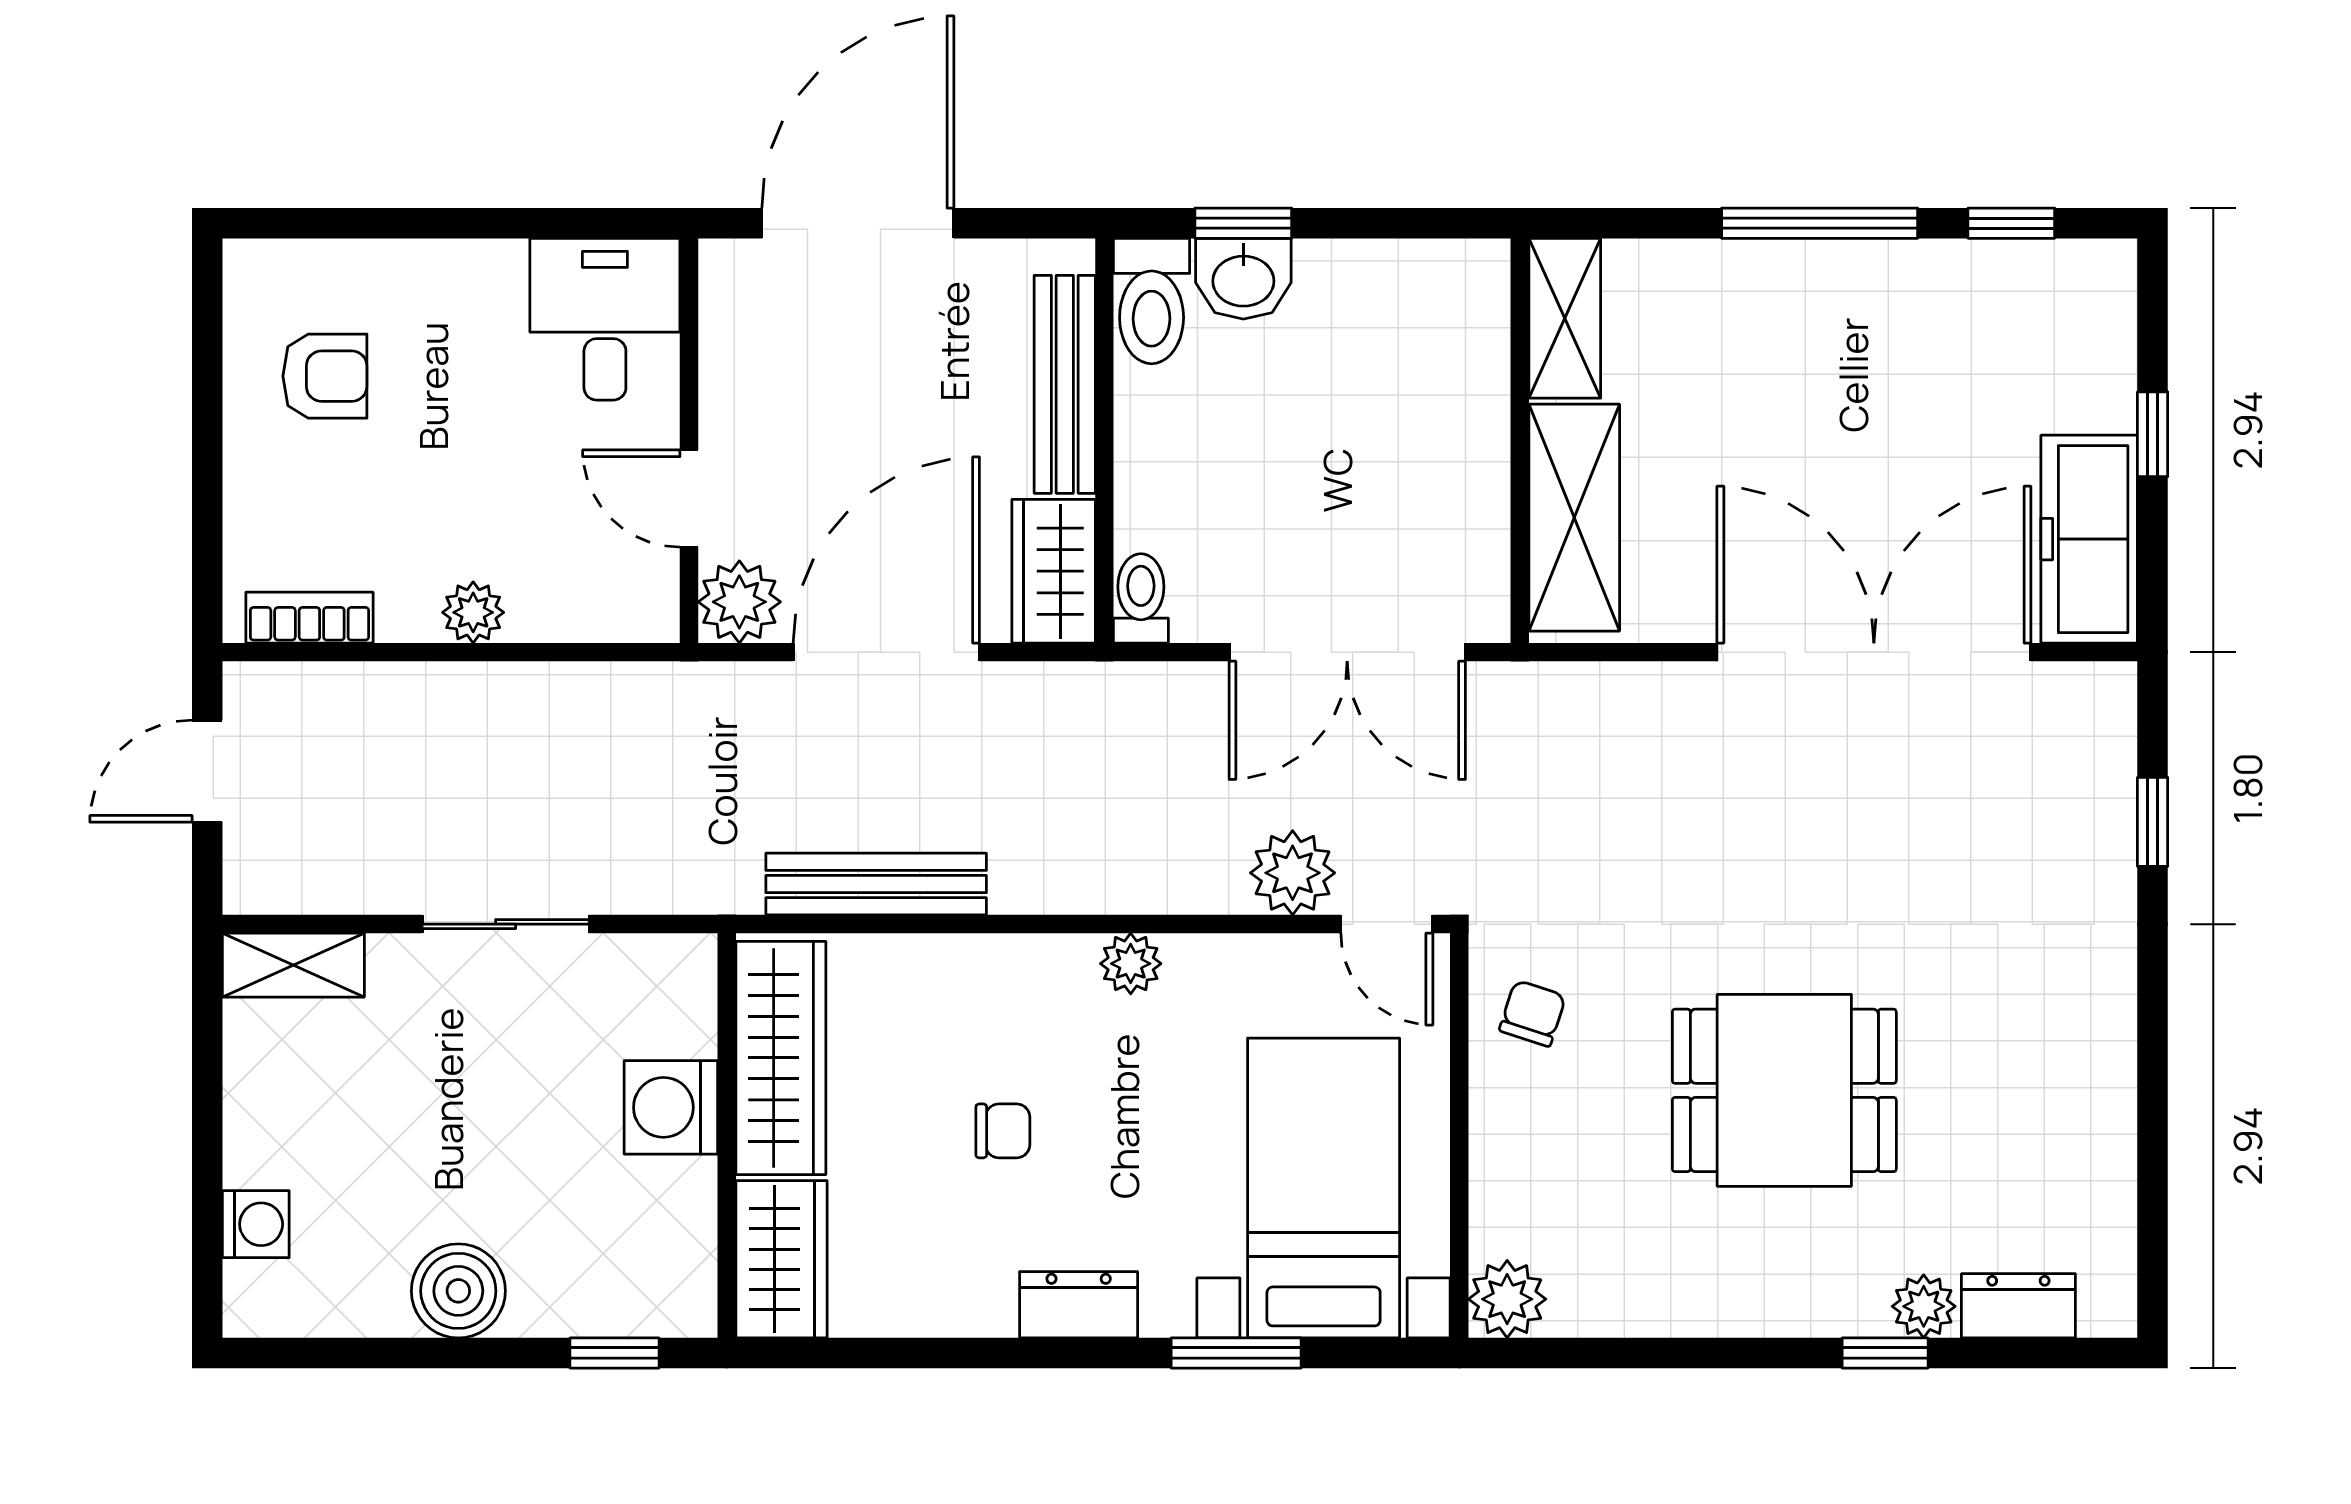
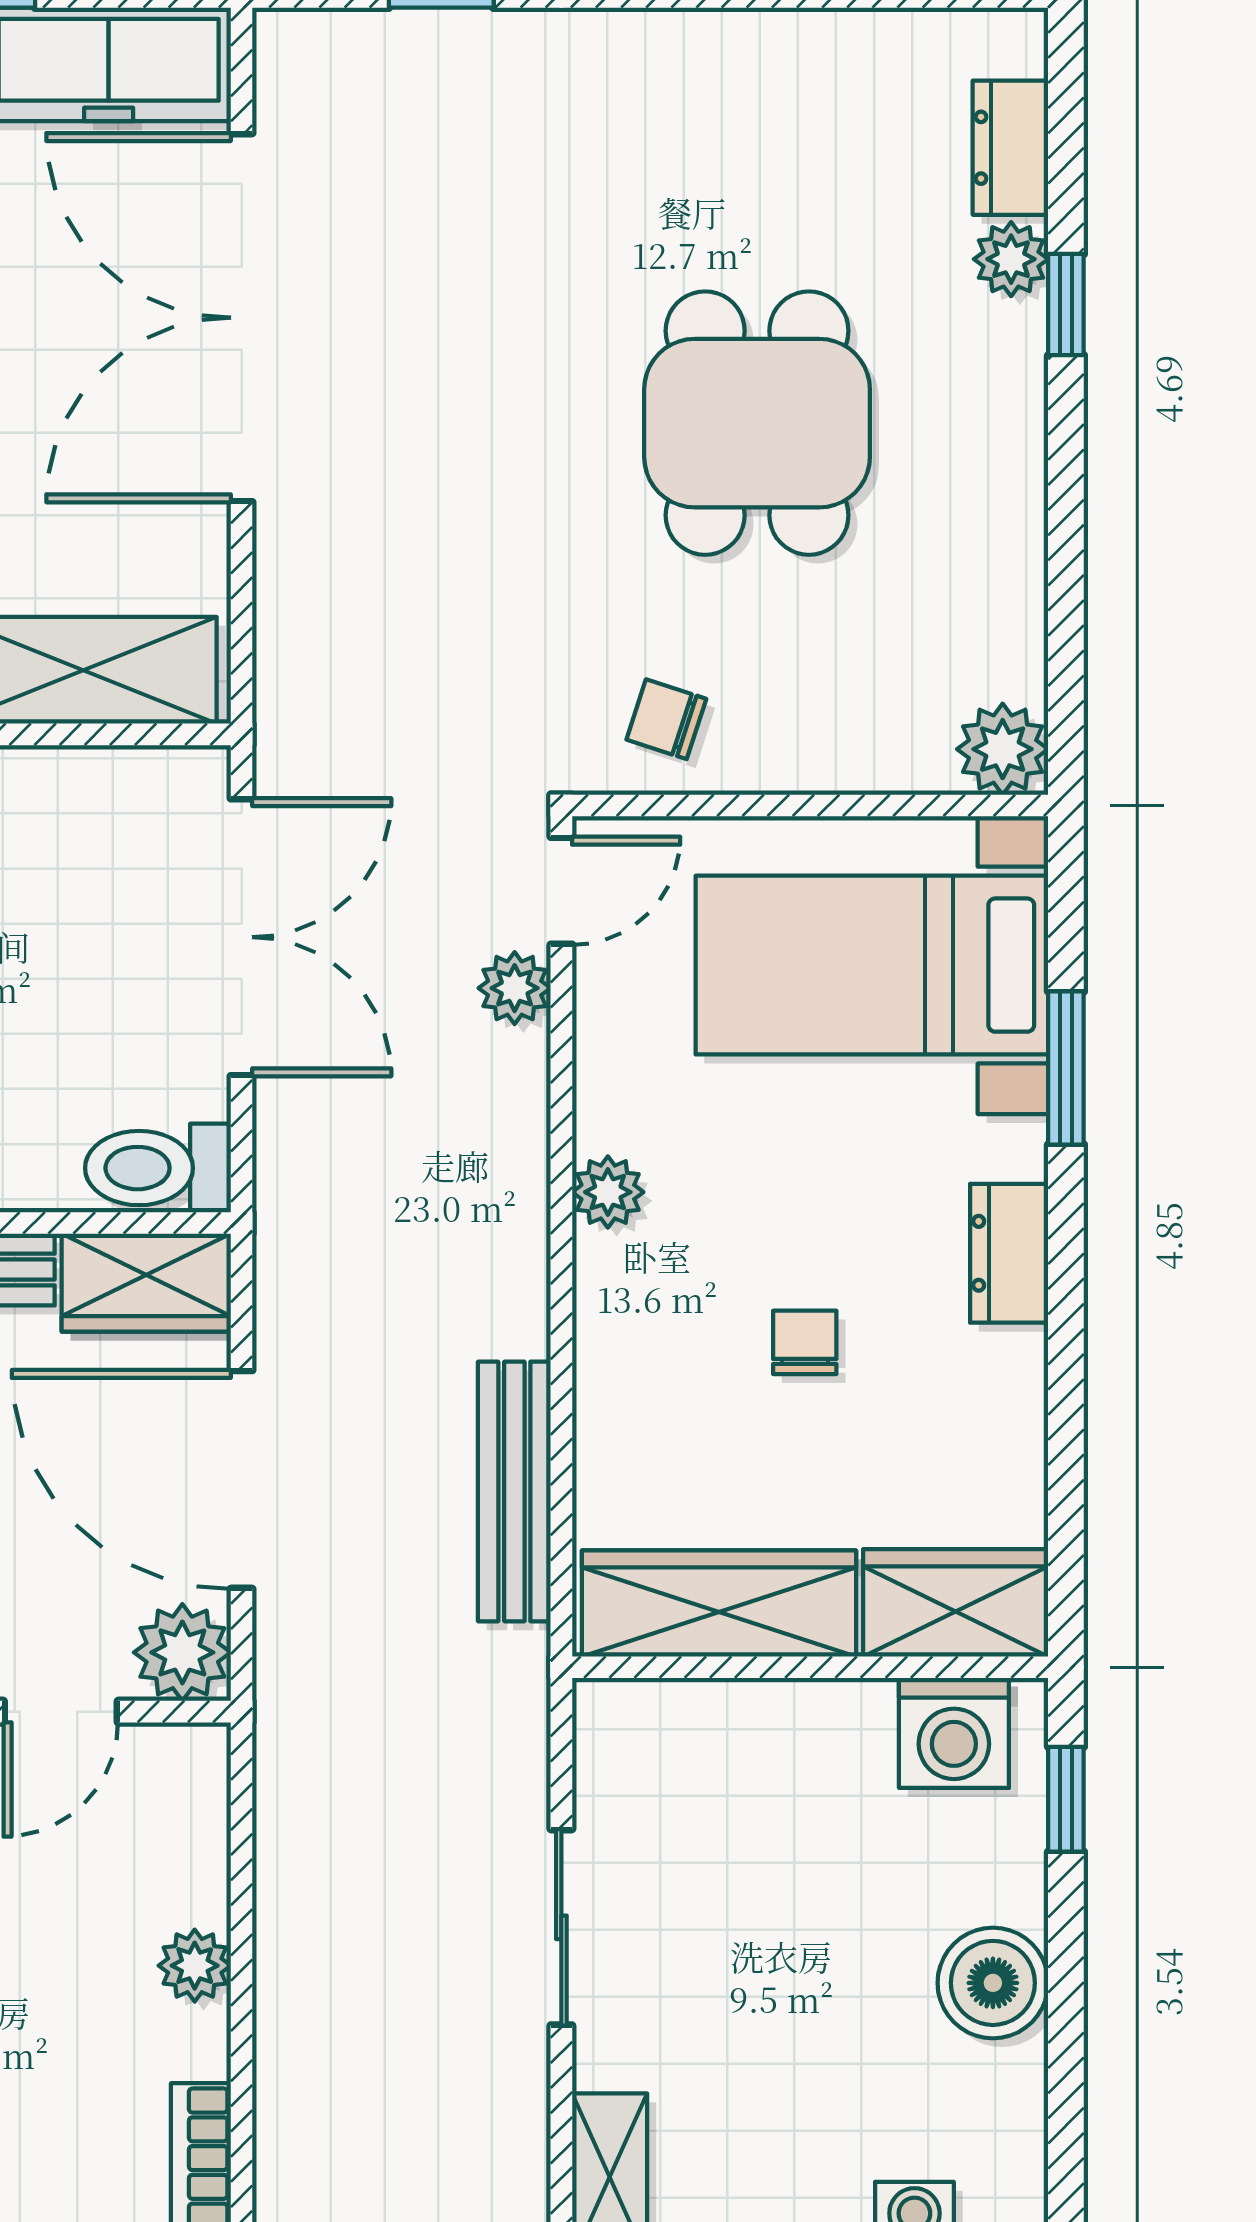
toilet: (1141, 598) -> (158, 1168), width x1.37, depth x1.39
plant: (1293, 873) -> (515, 988), width x0.73, depth x0.73
washing machine: (671, 1107) -> (954, 1733), moved

